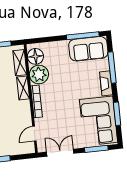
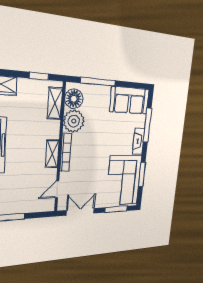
window: (83, 36) -> (98, 82), moved
shelving: (23, 88) -> (52, 154), moved

